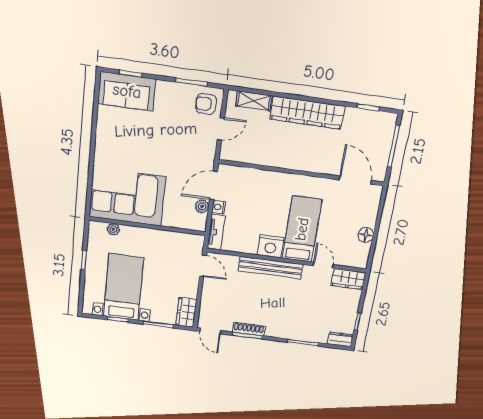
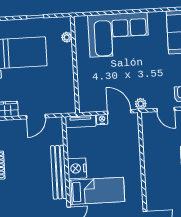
corner sofa: (127, 197) -> (119, 35), moved, turned 90
plant: (202, 206) -> (141, 104), moved
door: (203, 266) -> (36, 117), moved

